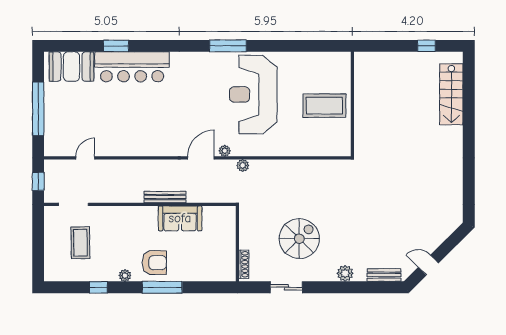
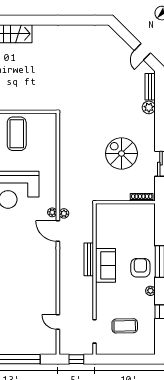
plant: (243, 165) -> (64, 213), moved
sofa: (180, 218) -> (106, 265), moved
plant: (345, 273) -> (149, 107), moved

